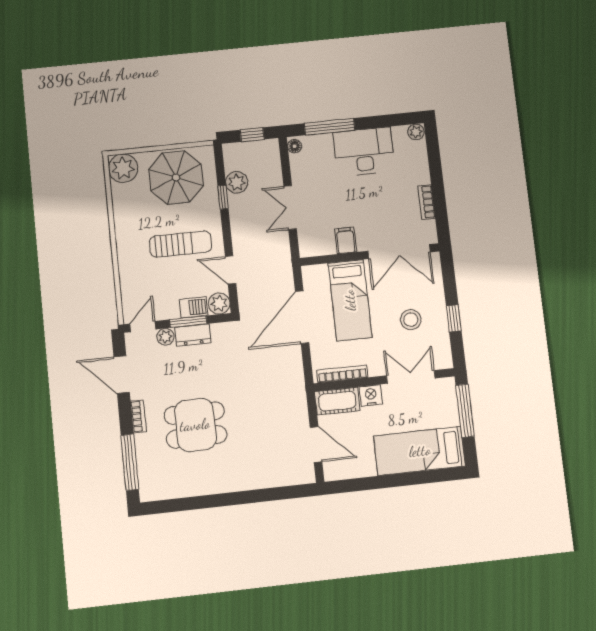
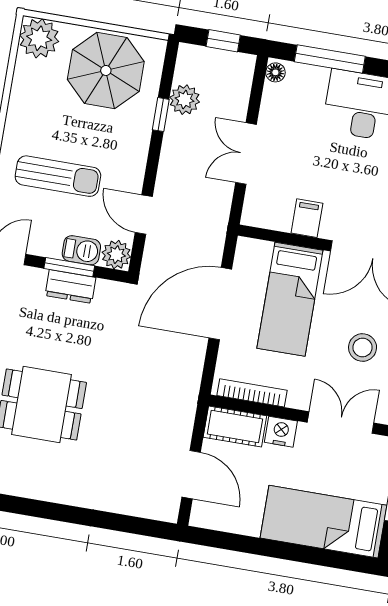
sun lounger: (181, 244) -> (58, 176), moved
plant: (165, 337) -> (34, 278), removed

